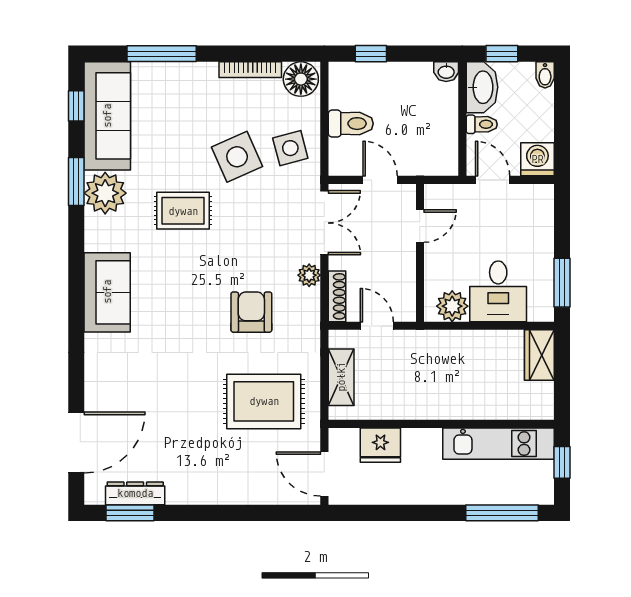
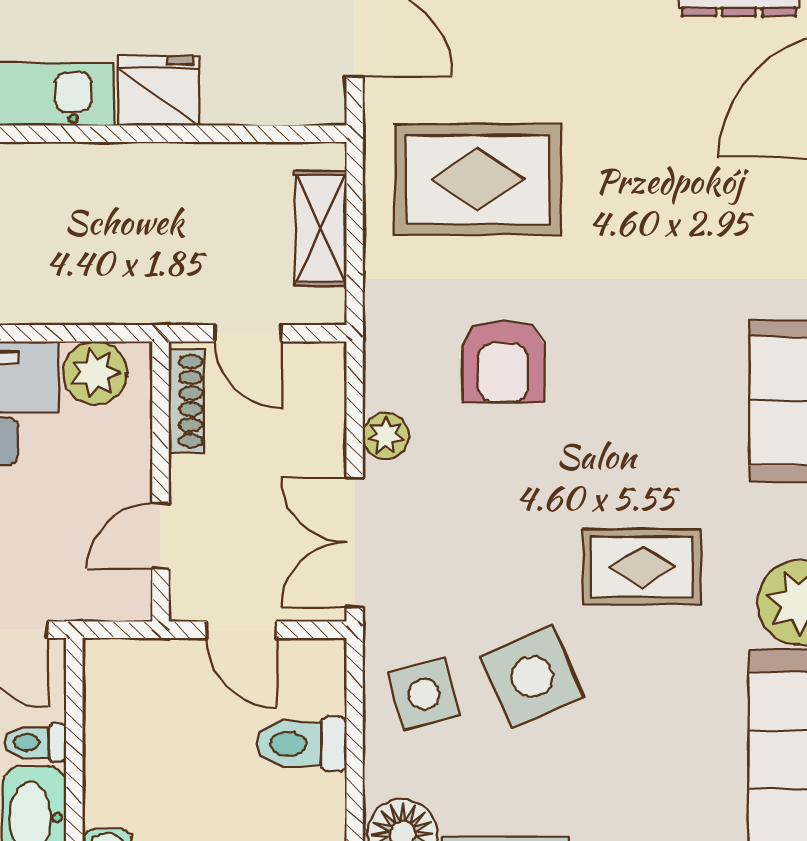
shoe rack: (337, 296) -> (186, 401), moved, turned 180
fridge: (380, 445) -> (159, 91), moved

